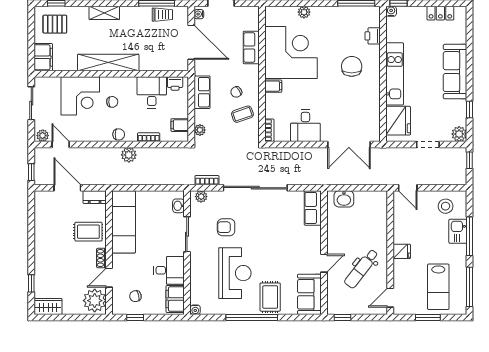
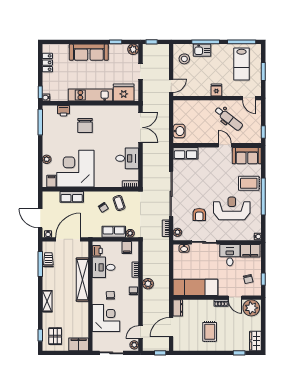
shelving: (108, 63) -> (82, 280), moved
chair: (352, 66) -> (85, 126), turned -90
filing cabinet: (273, 86) -> (51, 181), moved
row of seats: (202, 92) -> (114, 232), moved
rug: (88, 232) -> (210, 332), moved
lab bench: (438, 287) -> (242, 64), turned 90

